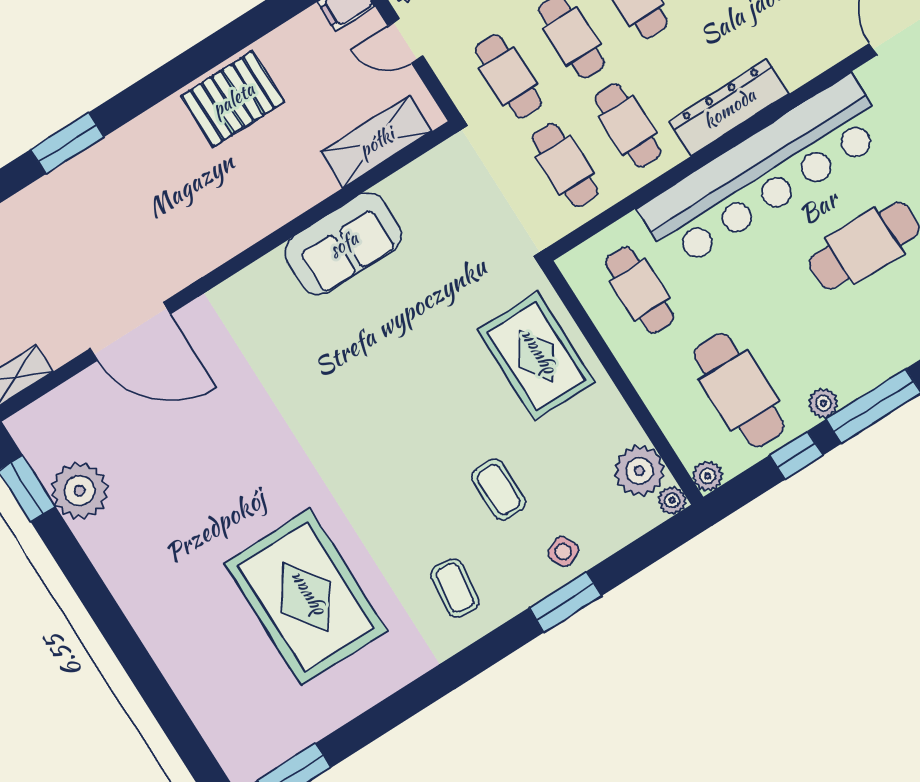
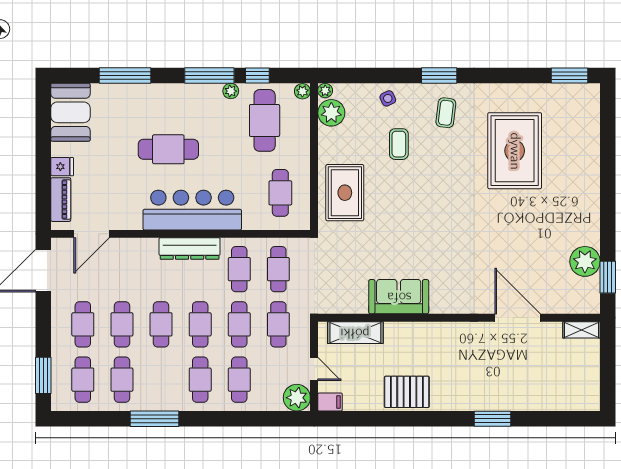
bar counter: (764, 172) -> (192, 210), width x0.73
window: (565, 602) -> (439, 76), moved

